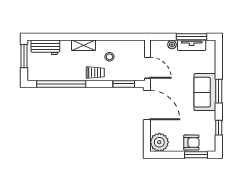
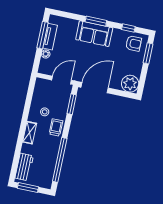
armchair: (191, 143) -> (133, 43), moved, turned 90

